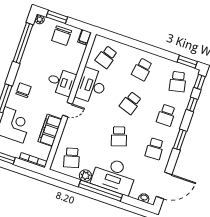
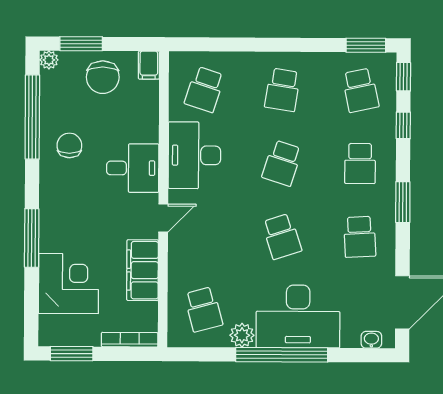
chair: (24, 90) -> (69, 145), moved

